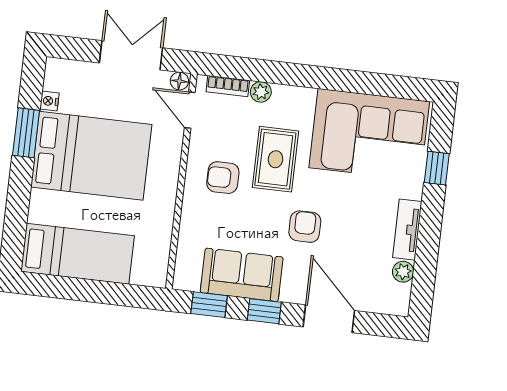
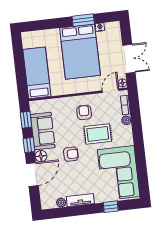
bed: (77, 254) -> (37, 73), moved, turned 180
floor lamp: (294, 291) -> (41, 156), added

